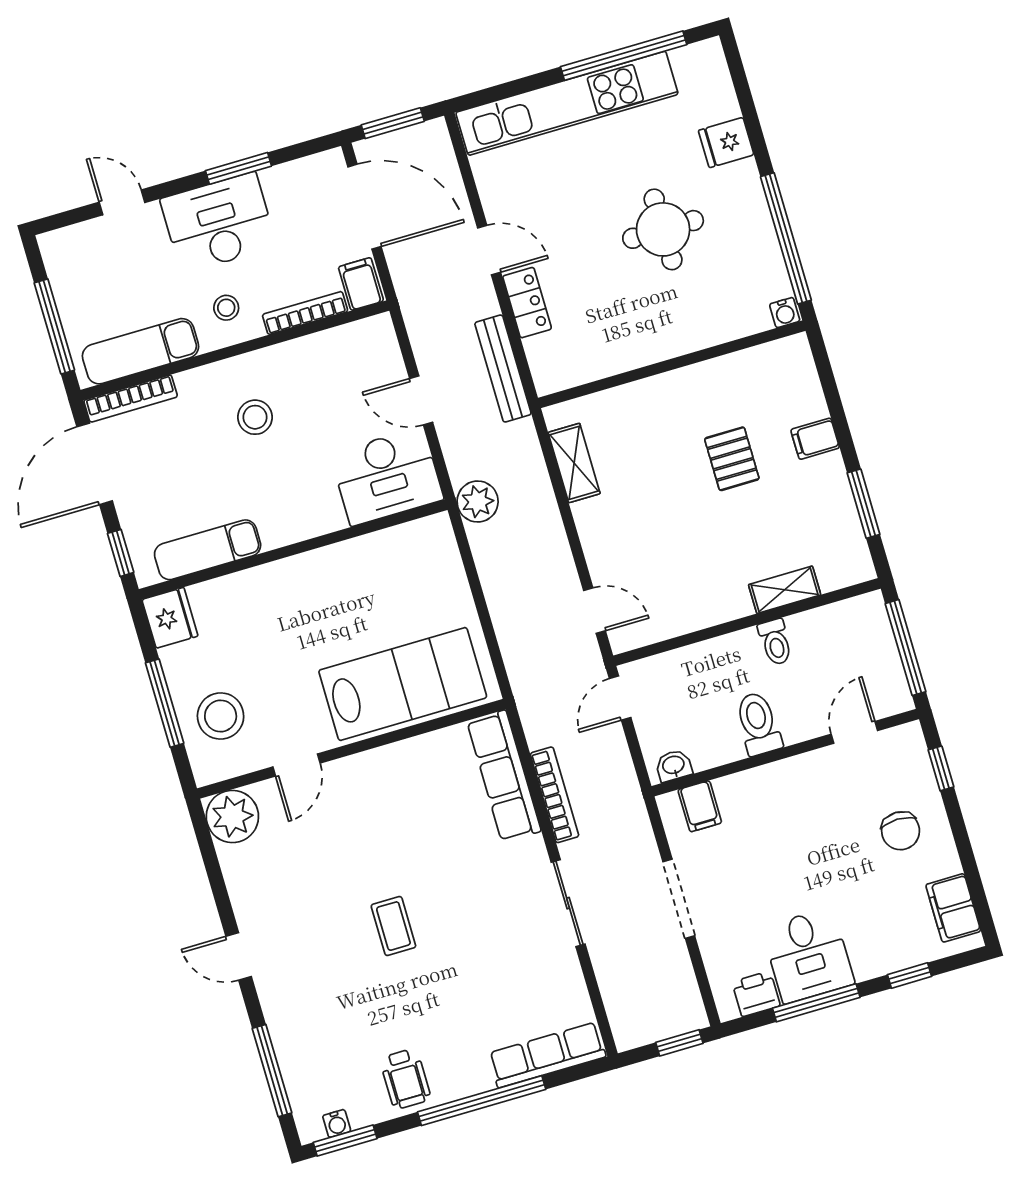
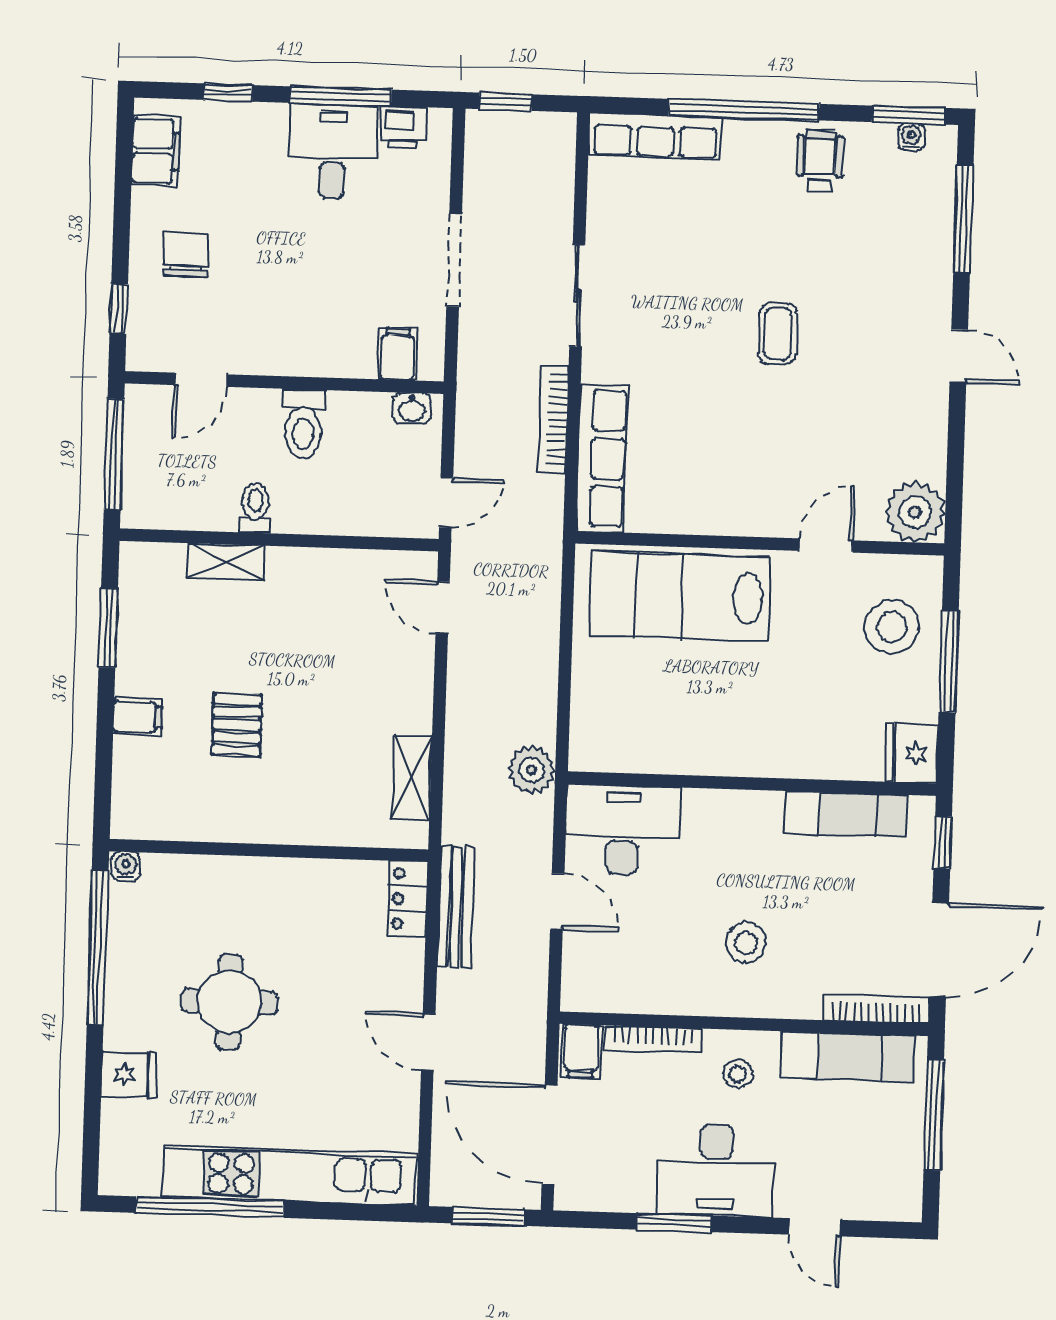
locker: (527, 303) -> (408, 899), moved

